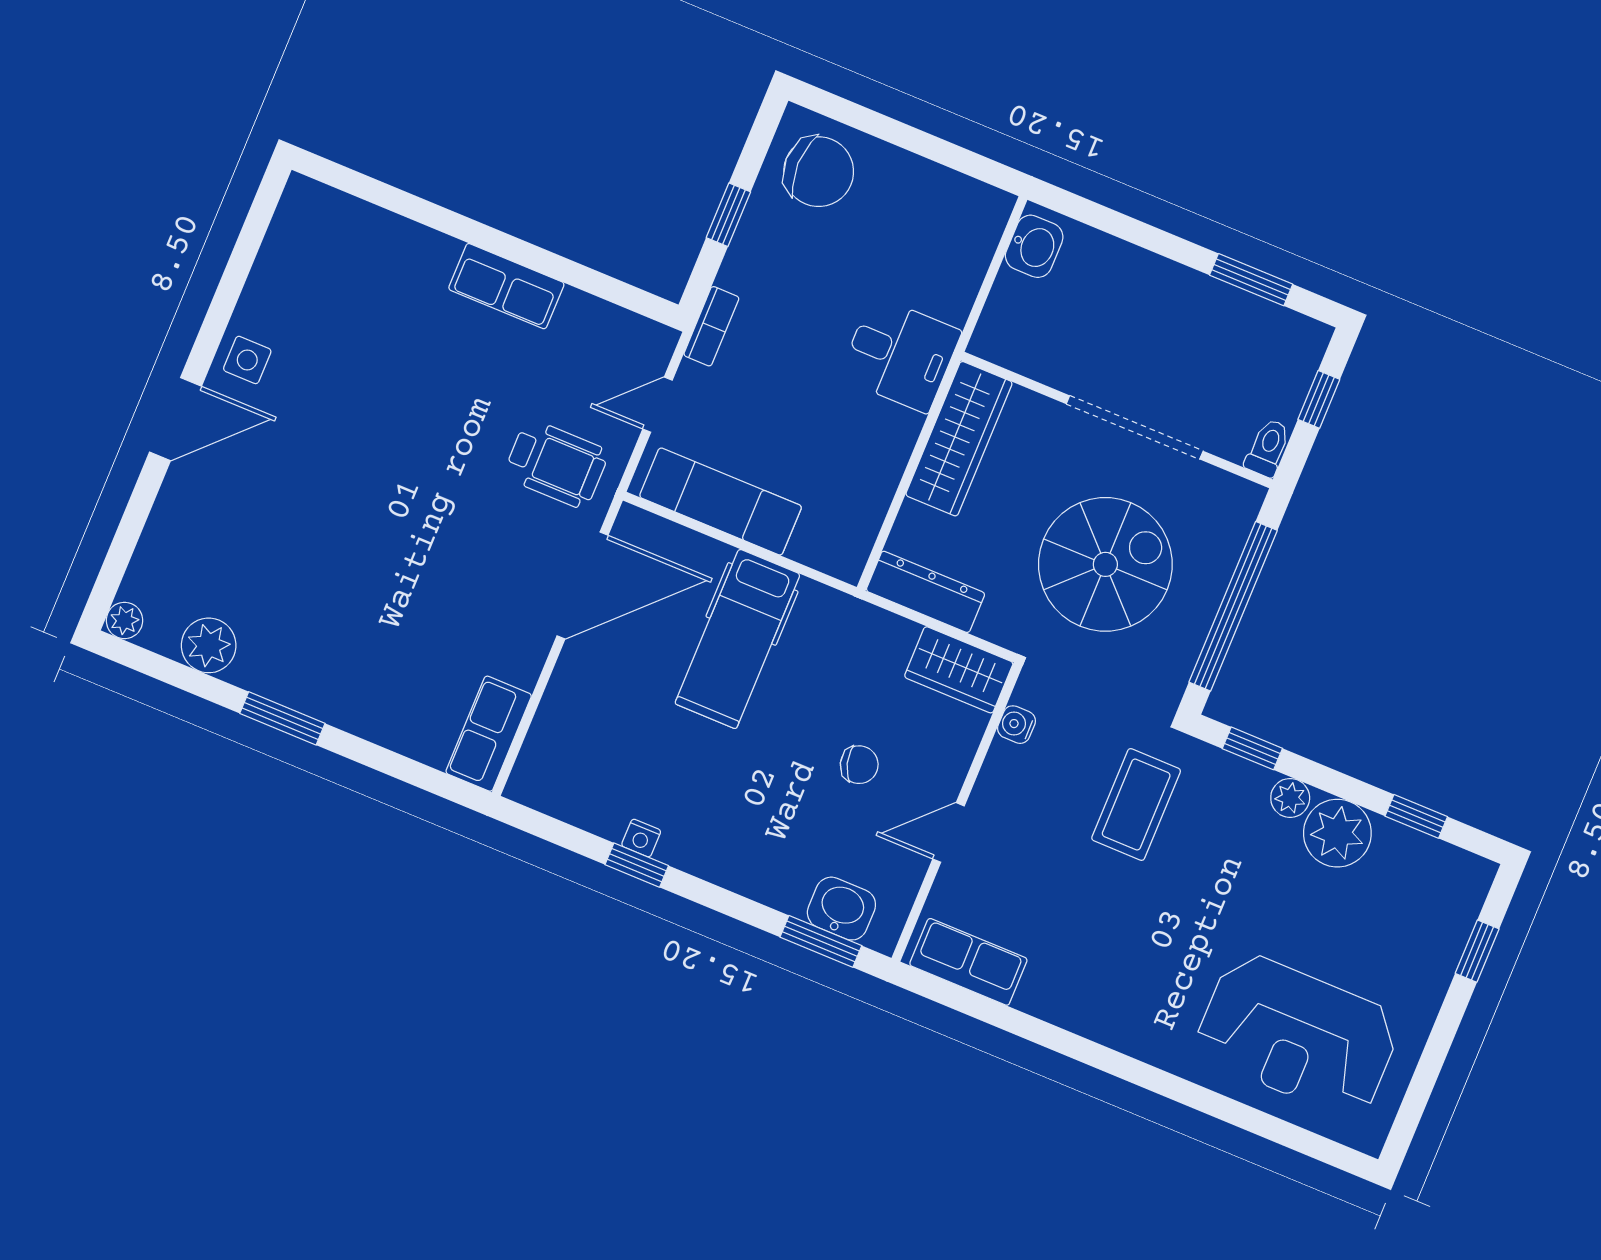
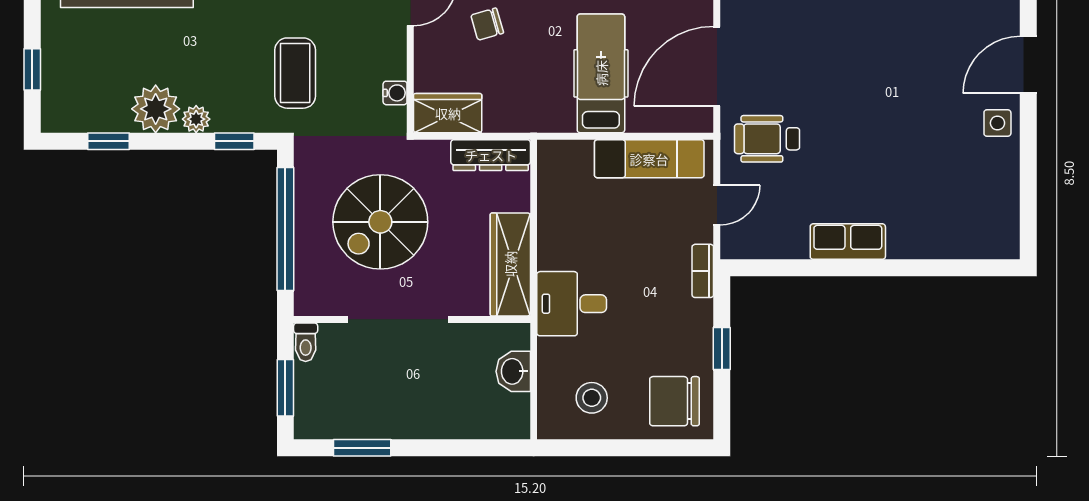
stool: (925, 221) -> (592, 398), added
washbasin: (1034, 246) -> (513, 371), moved
window: (1319, 399) -> (285, 388), width x1.50

